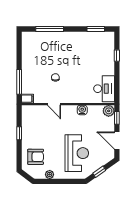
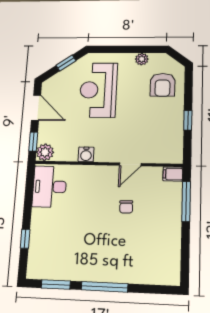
window: (50, 29) -> (104, 287), moved
door: (54, 104) -> (130, 164), swing flipped
armchair: (36, 157) -> (163, 85), turned -90

